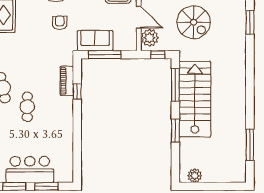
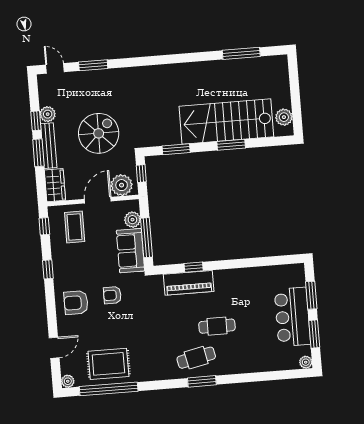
plant: (120, 44) -> (132, 220), added
piano: (67, 81) -> (189, 283), width x1.37, depth x1.33
window: (175, 85) -> (176, 149), width x0.69
stairs: (195, 99) -> (226, 121), moved

